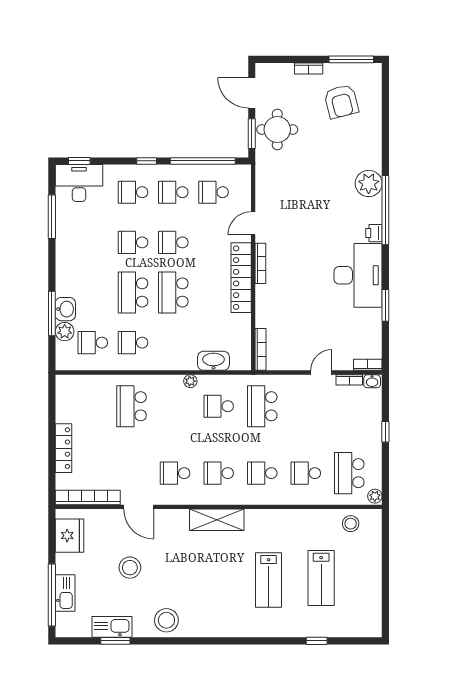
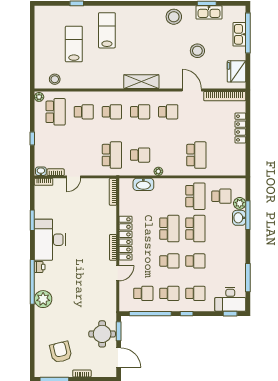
school desk: (133, 343) -> (195, 196), width x1.85
lab bench: (269, 580) -> (107, 30), moved

